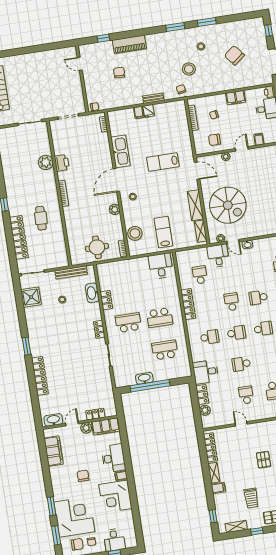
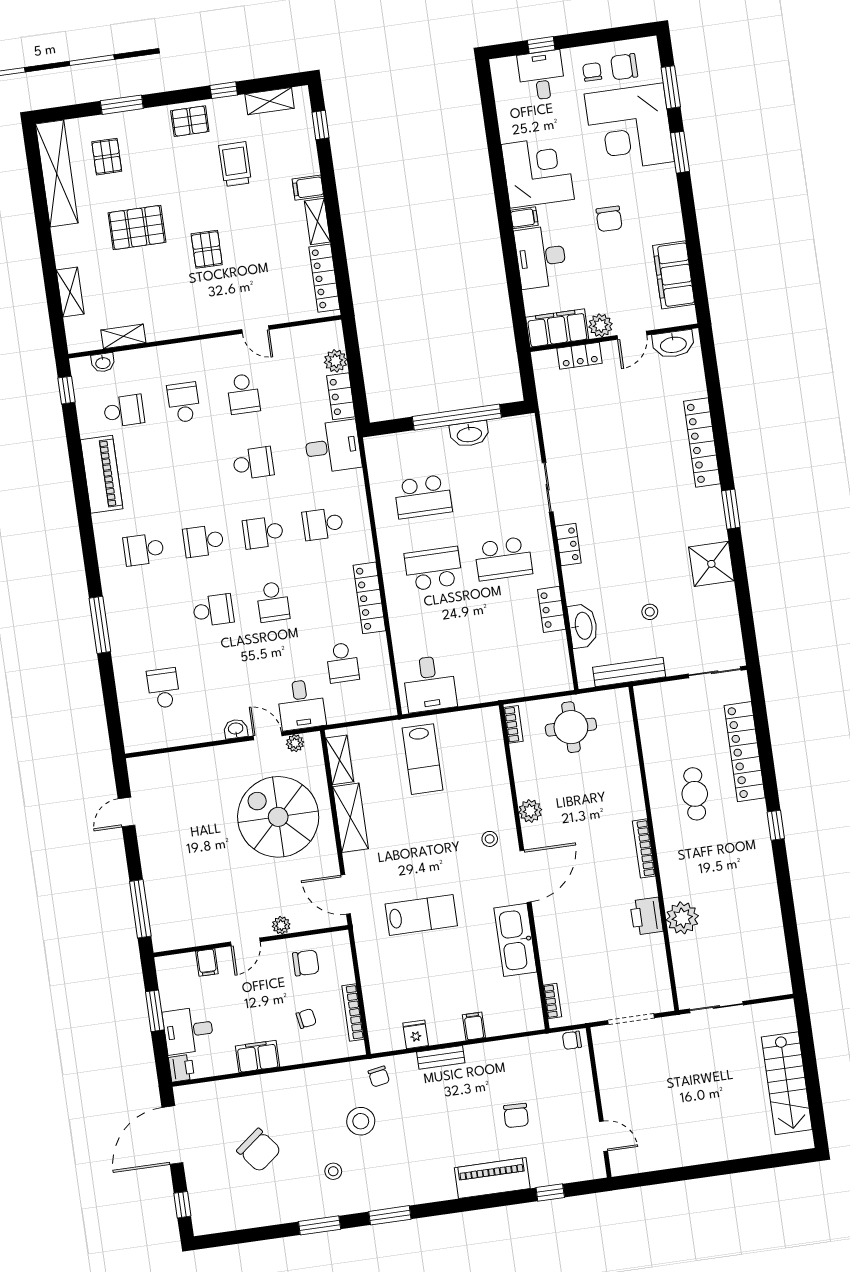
fridge: (149, 111) -> (416, 1034), moved
stool: (135, 233) -> (486, 757), removed
shower: (31, 297) -> (711, 564), moved

